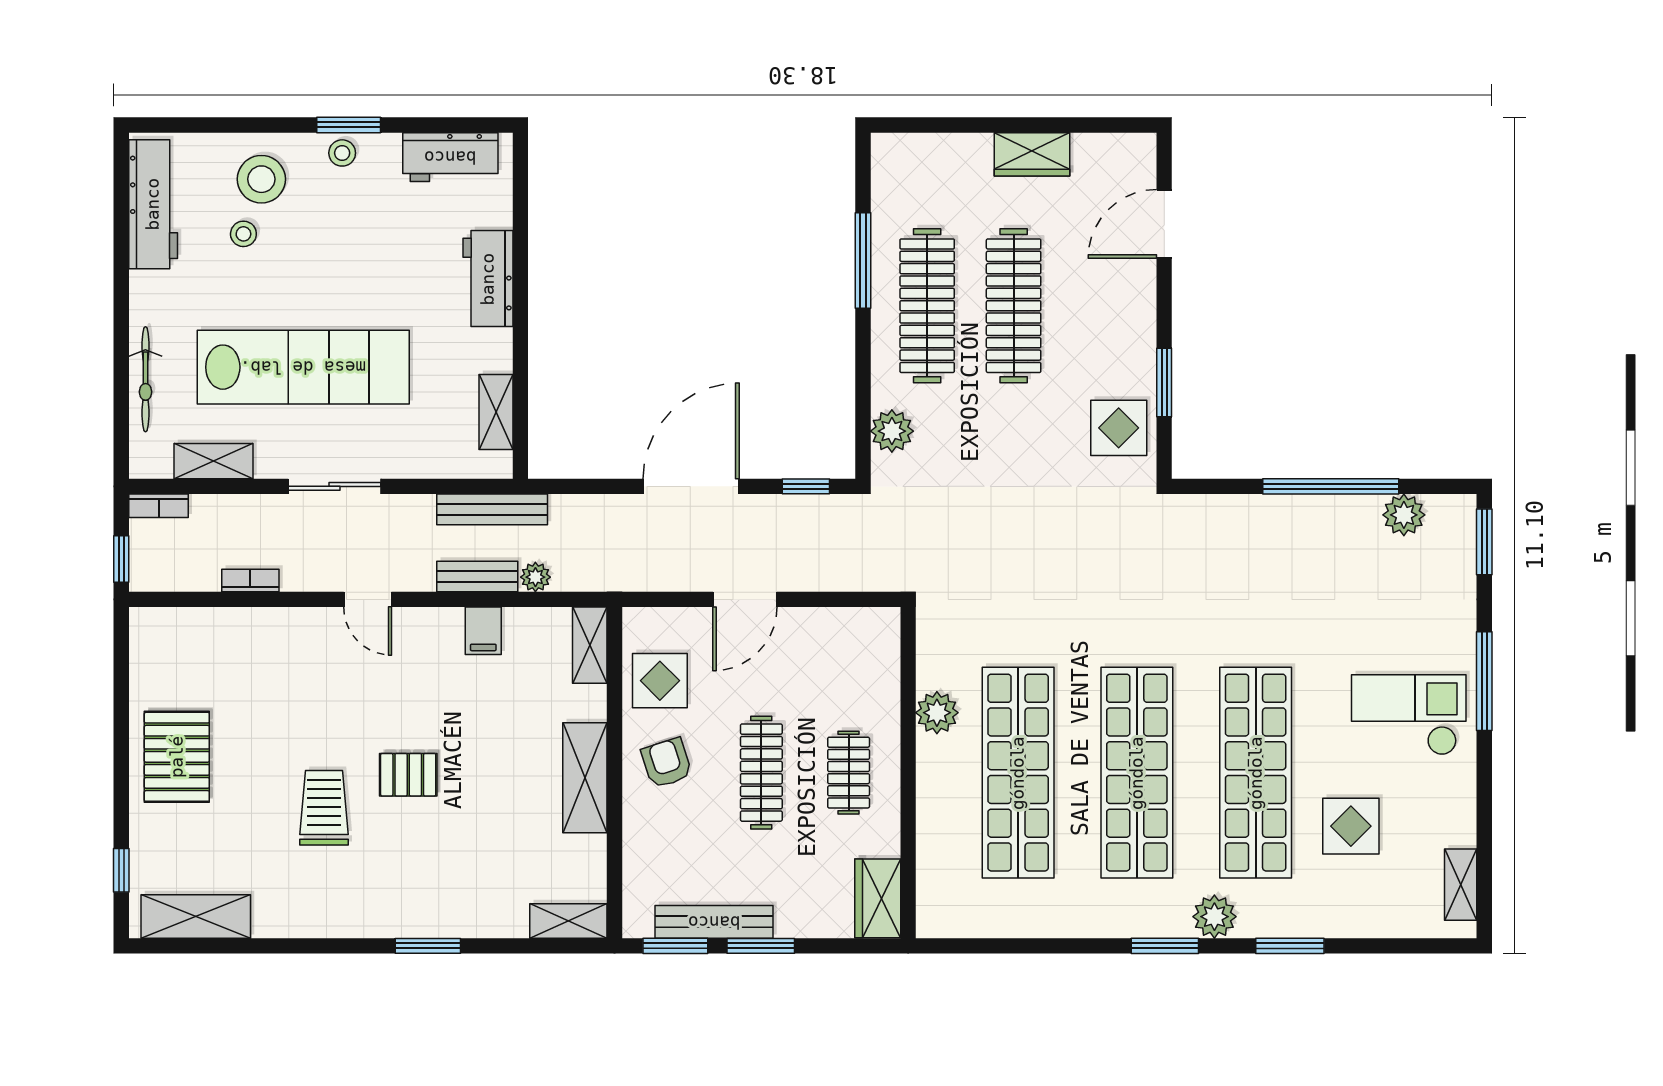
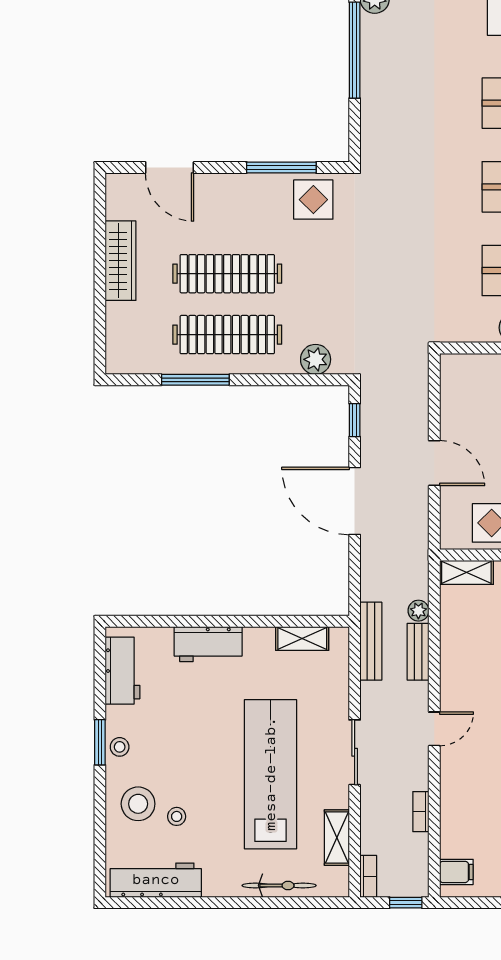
wardrobe: (1032, 154) -> (121, 261), width x1.50
window: (1164, 383) -> (281, 168), width x1.44
filing cabinet: (483, 631) -> (456, 872), moved

